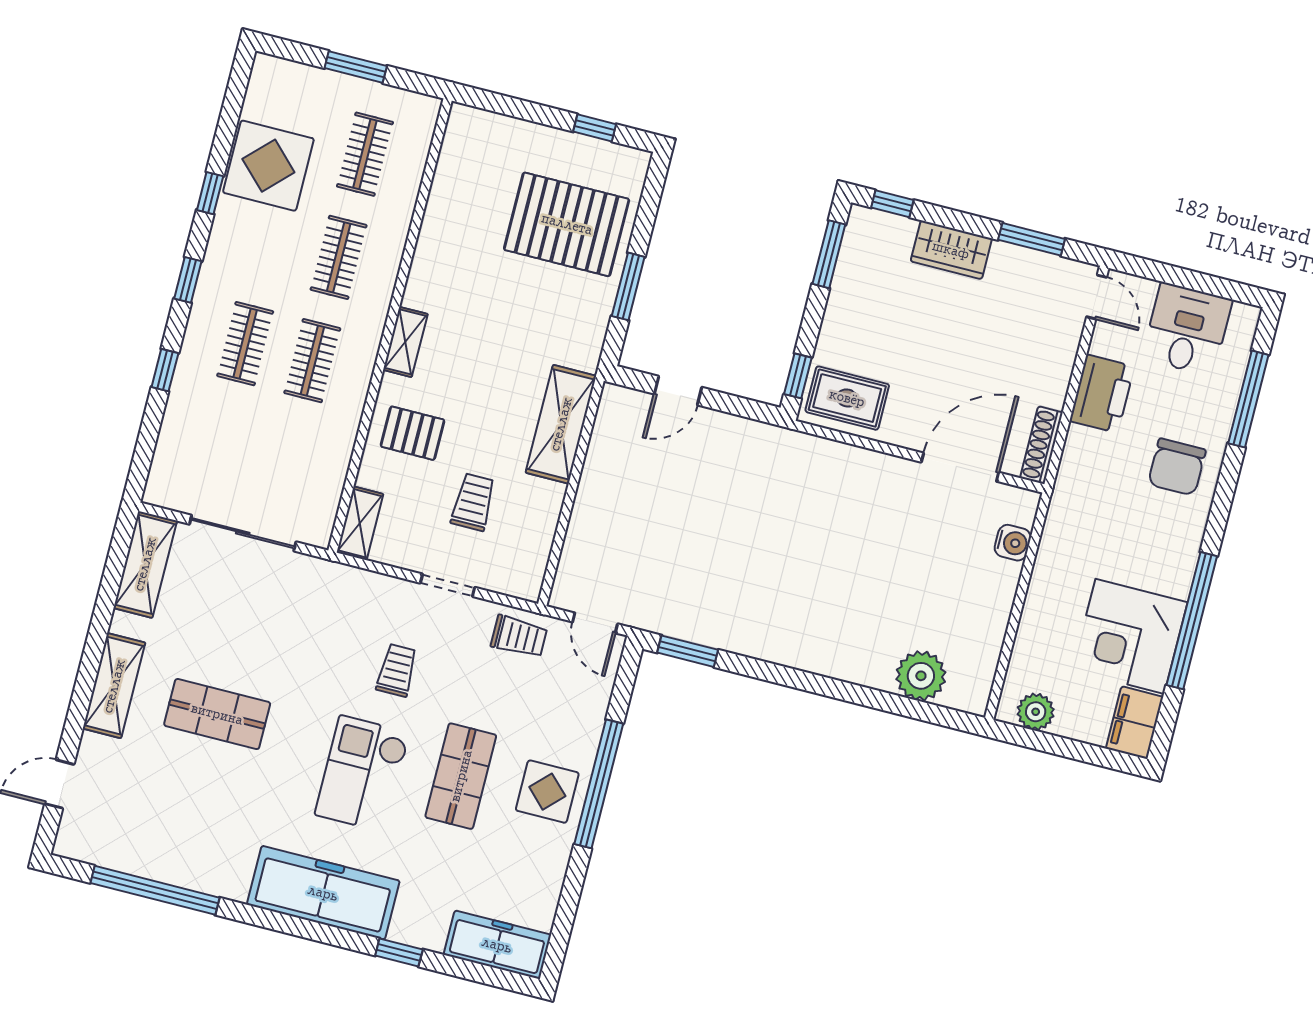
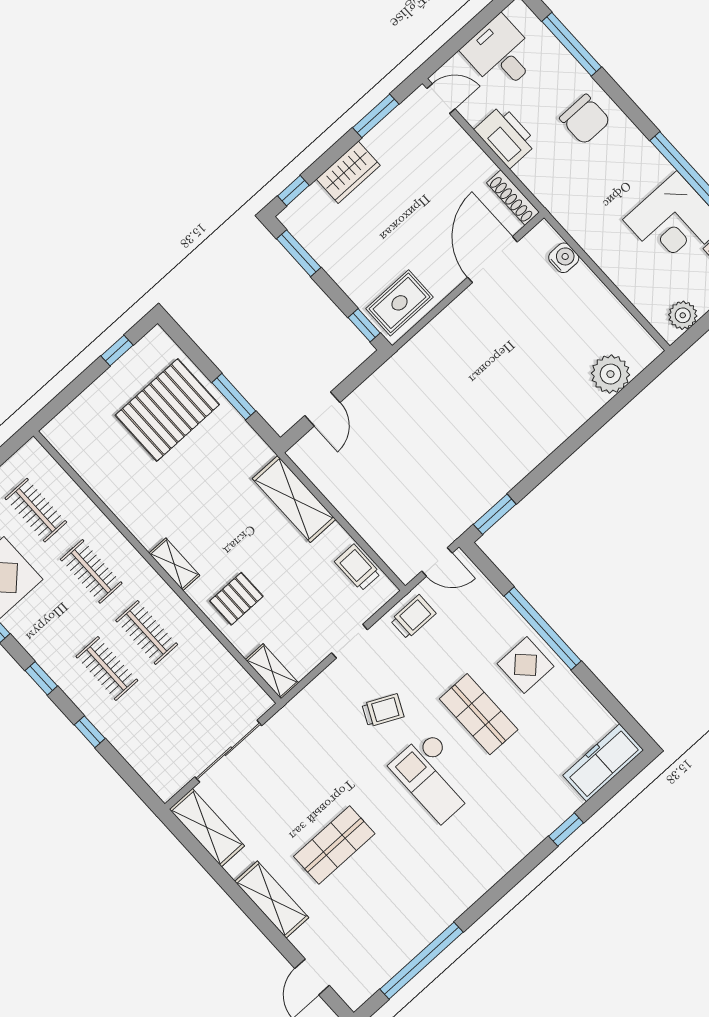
trolley: (473, 502) -> (358, 568), moved
trolley: (397, 670) -> (383, 710), turned 116
freezer: (323, 893) -> (495, 853), removed

